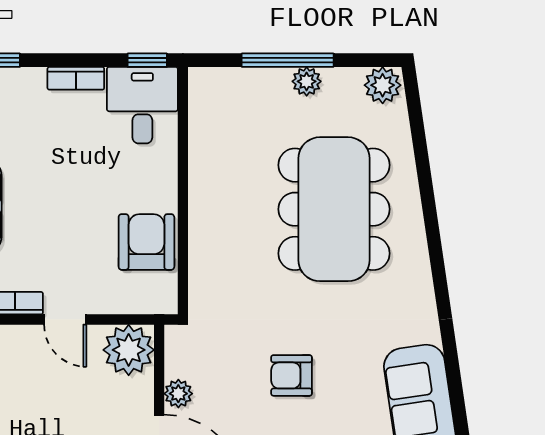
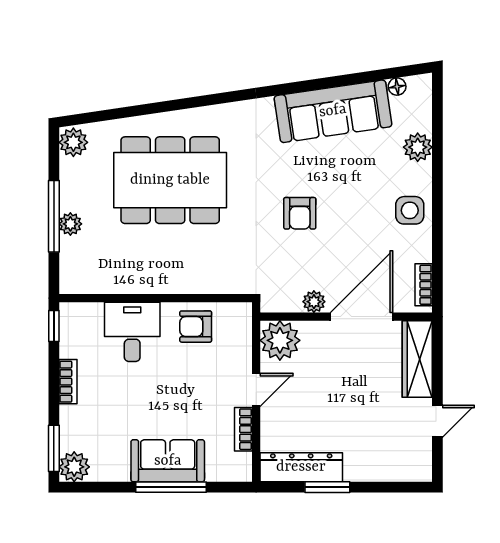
plant: (307, 81) -> (70, 224), moved
desk: (142, 105) -> (132, 332), moved, turned 90
armchair: (146, 242) -> (196, 327), width x0.72, depth x0.72

